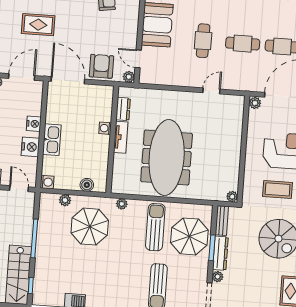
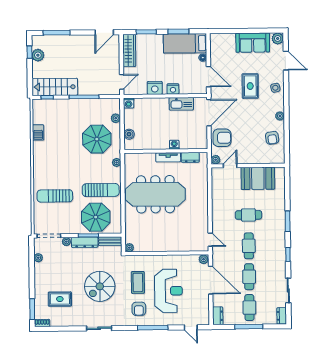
door: (211, 91) -> (210, 240), moved
kitchen sink: (52, 140) -> (181, 104), moved

